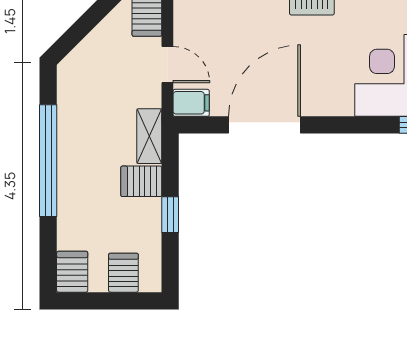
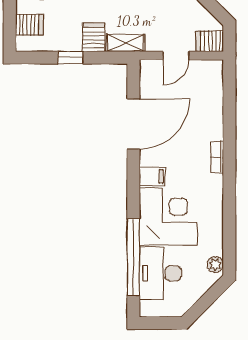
filing cabinet: (191, 103) -> (152, 176), moved, turned -90
door: (265, 125) -> (133, 124), hinge flipped

